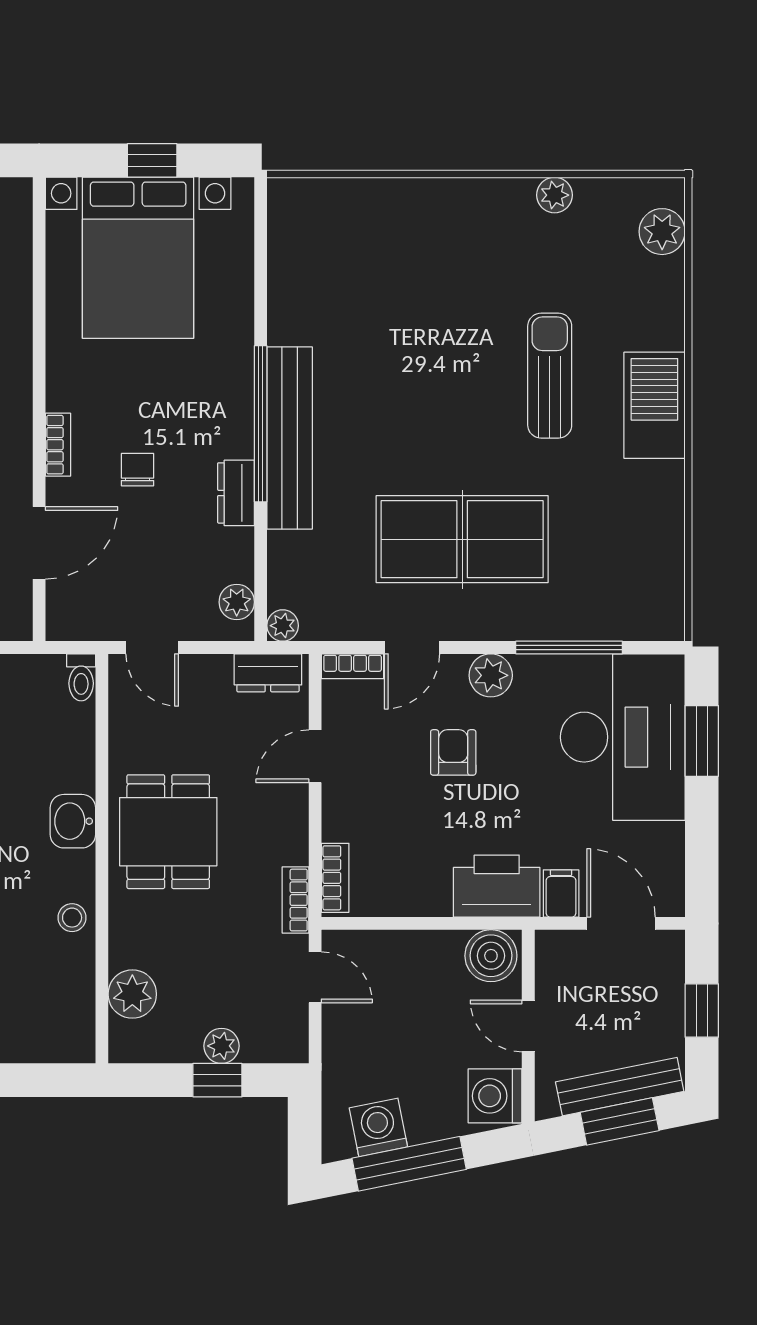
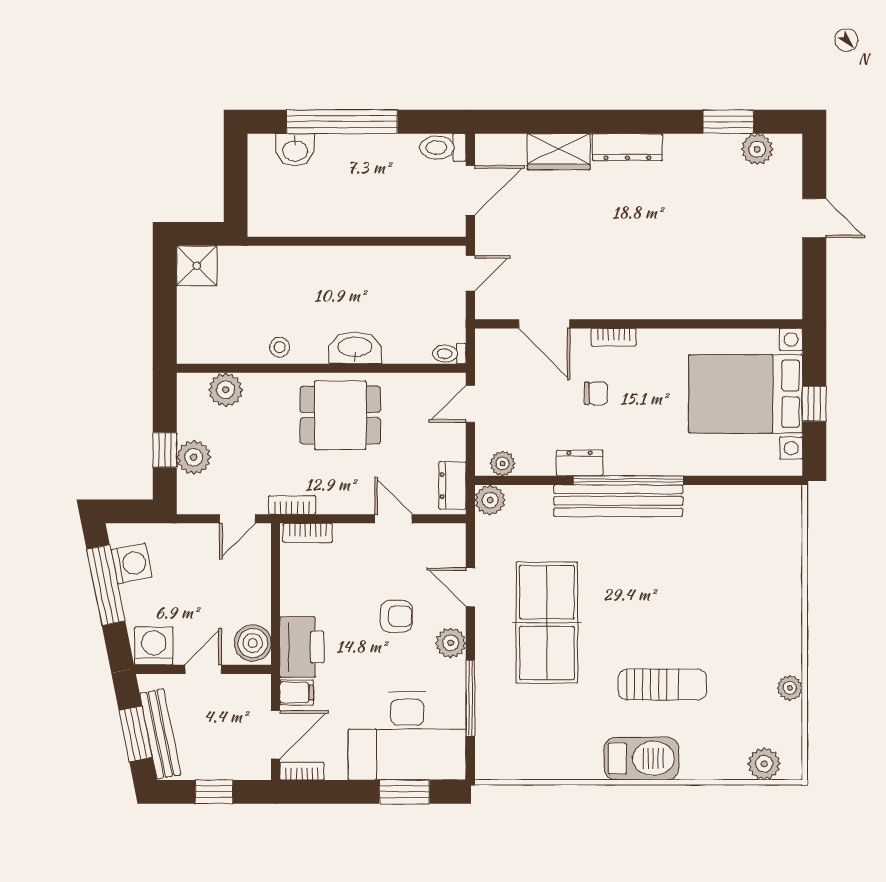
plant: (283, 626) -> (490, 500), width x1.38, depth x1.38
bookcase: (353, 666) -> (302, 771), moved, turned 90
washbasin: (73, 821) -> (355, 348), width x1.38
plant: (222, 1046) -> (194, 457), width x1.38, depth x1.38

